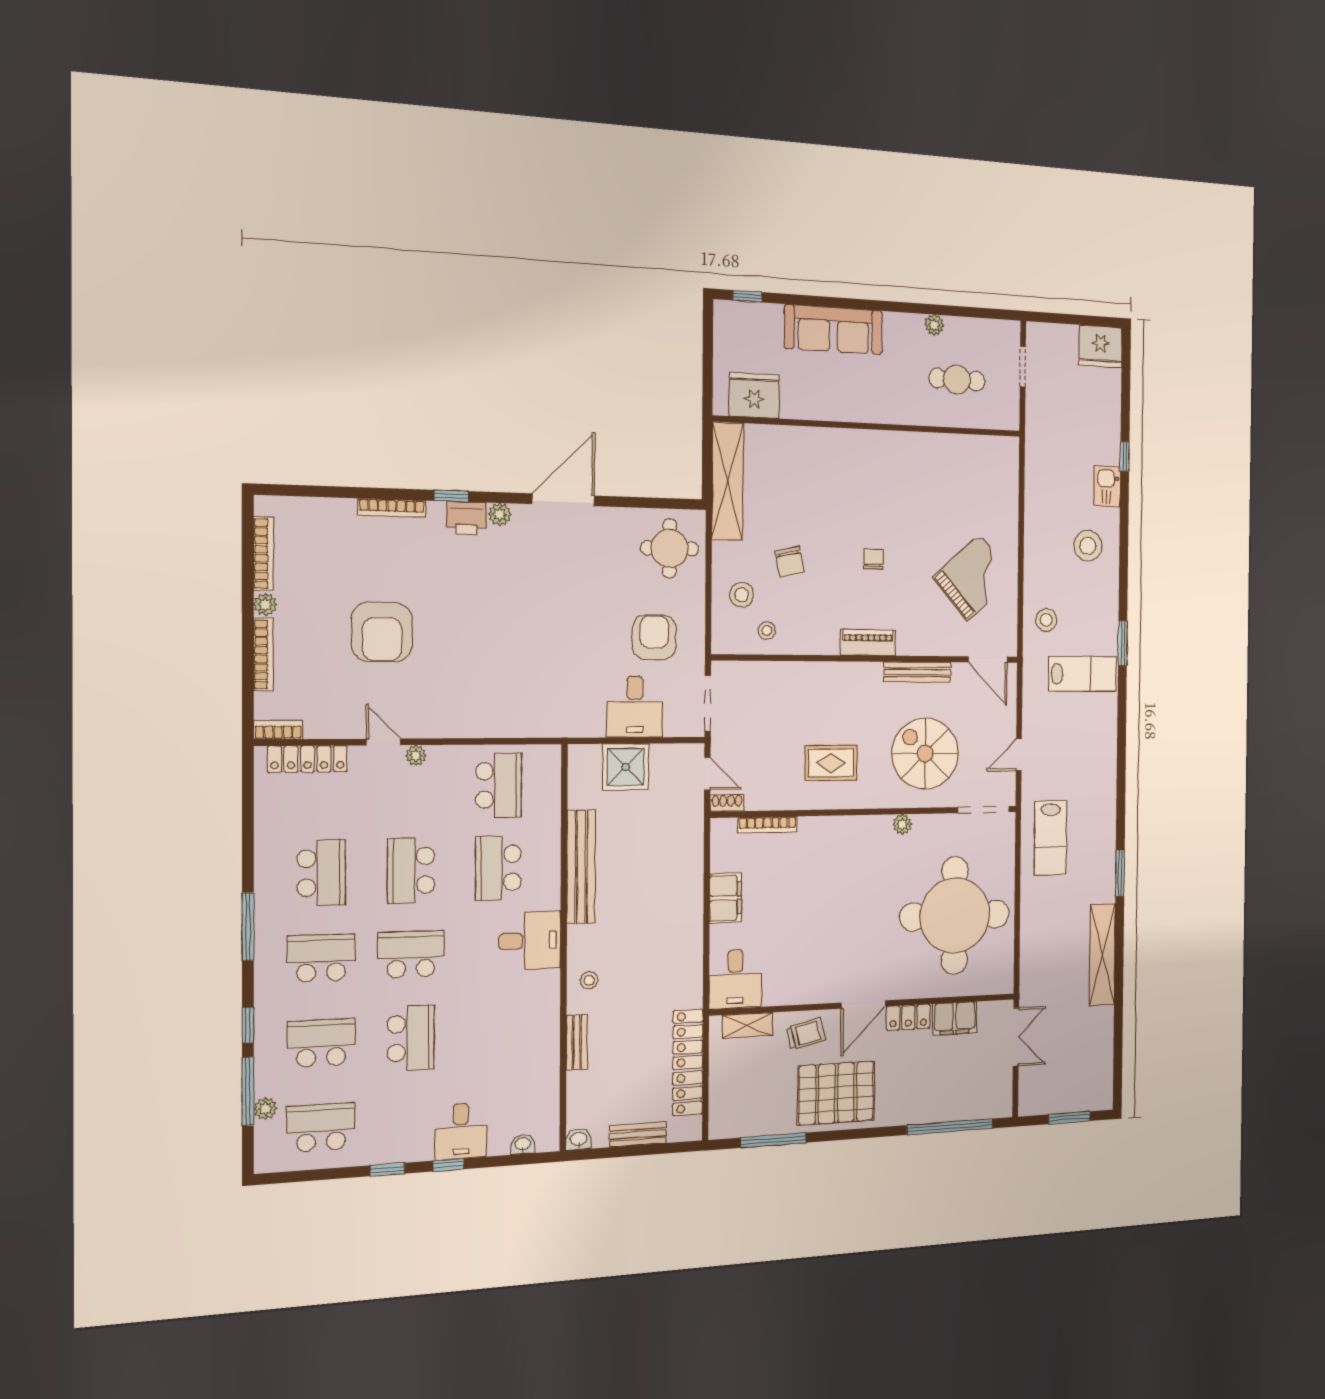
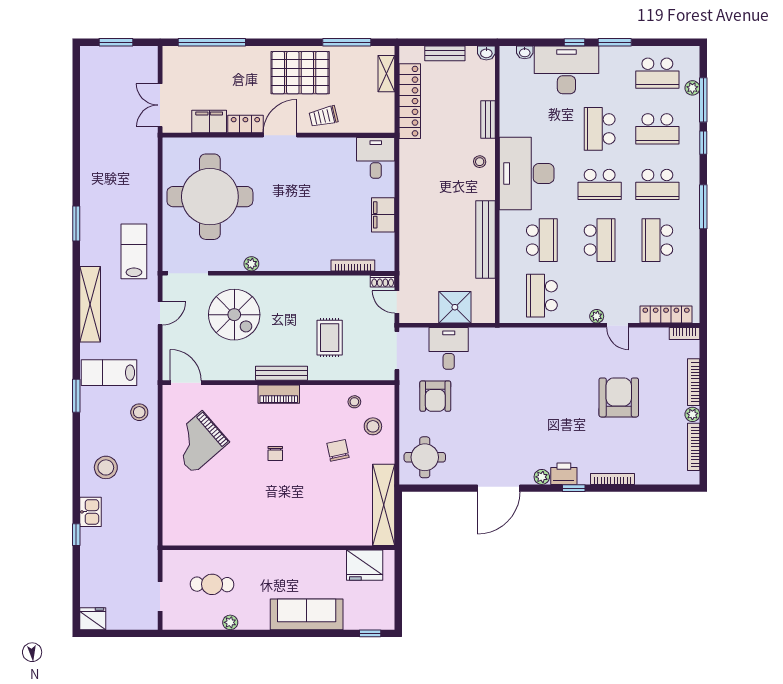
fridge: (1101, 346) -> (93, 619), width x0.73, depth x0.75
bench: (918, 672) -> (282, 373), moved
rug: (831, 763) -> (330, 338), moved, turned 90
desk: (530, 941) -> (527, 173), width x1.87, depth x1.30
shelving: (1102, 955) -> (90, 304), moved
shelving: (747, 1025) -> (386, 74), moved, turned 90
desk: (461, 1131) -> (566, 70), width x1.87, depth x1.30
window: (387, 1169) -> (615, 42), width x1.50

